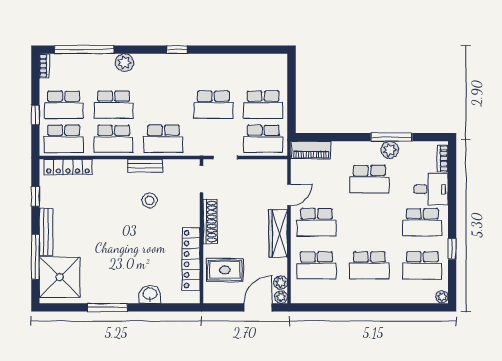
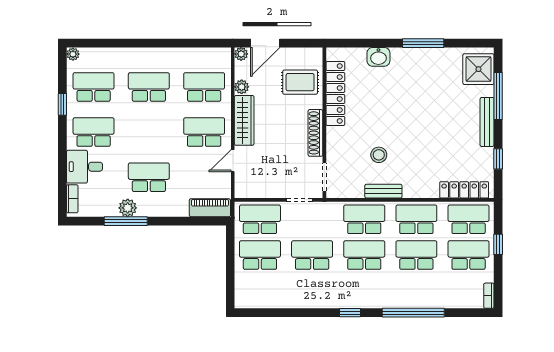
window: (84, 50) -> (413, 313), moved
plant: (124, 63) -> (405, 299), removed
school desk: (163, 105) -> (364, 255), added
shower: (60, 277) -> (478, 69), width x0.73, depth x0.73
plant: (281, 282) -> (242, 87), moved

